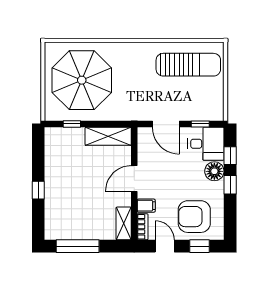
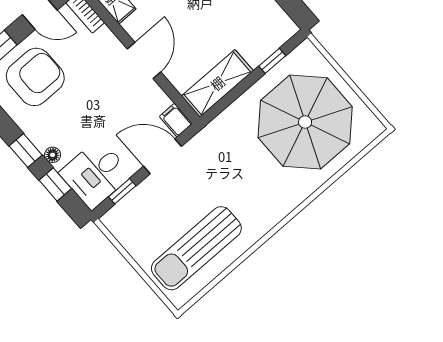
floor lamp: (214, 171) -> (53, 155), width x0.53, depth x0.53
filing cabinet: (146, 206) -> (176, 120), moved, turned 90

